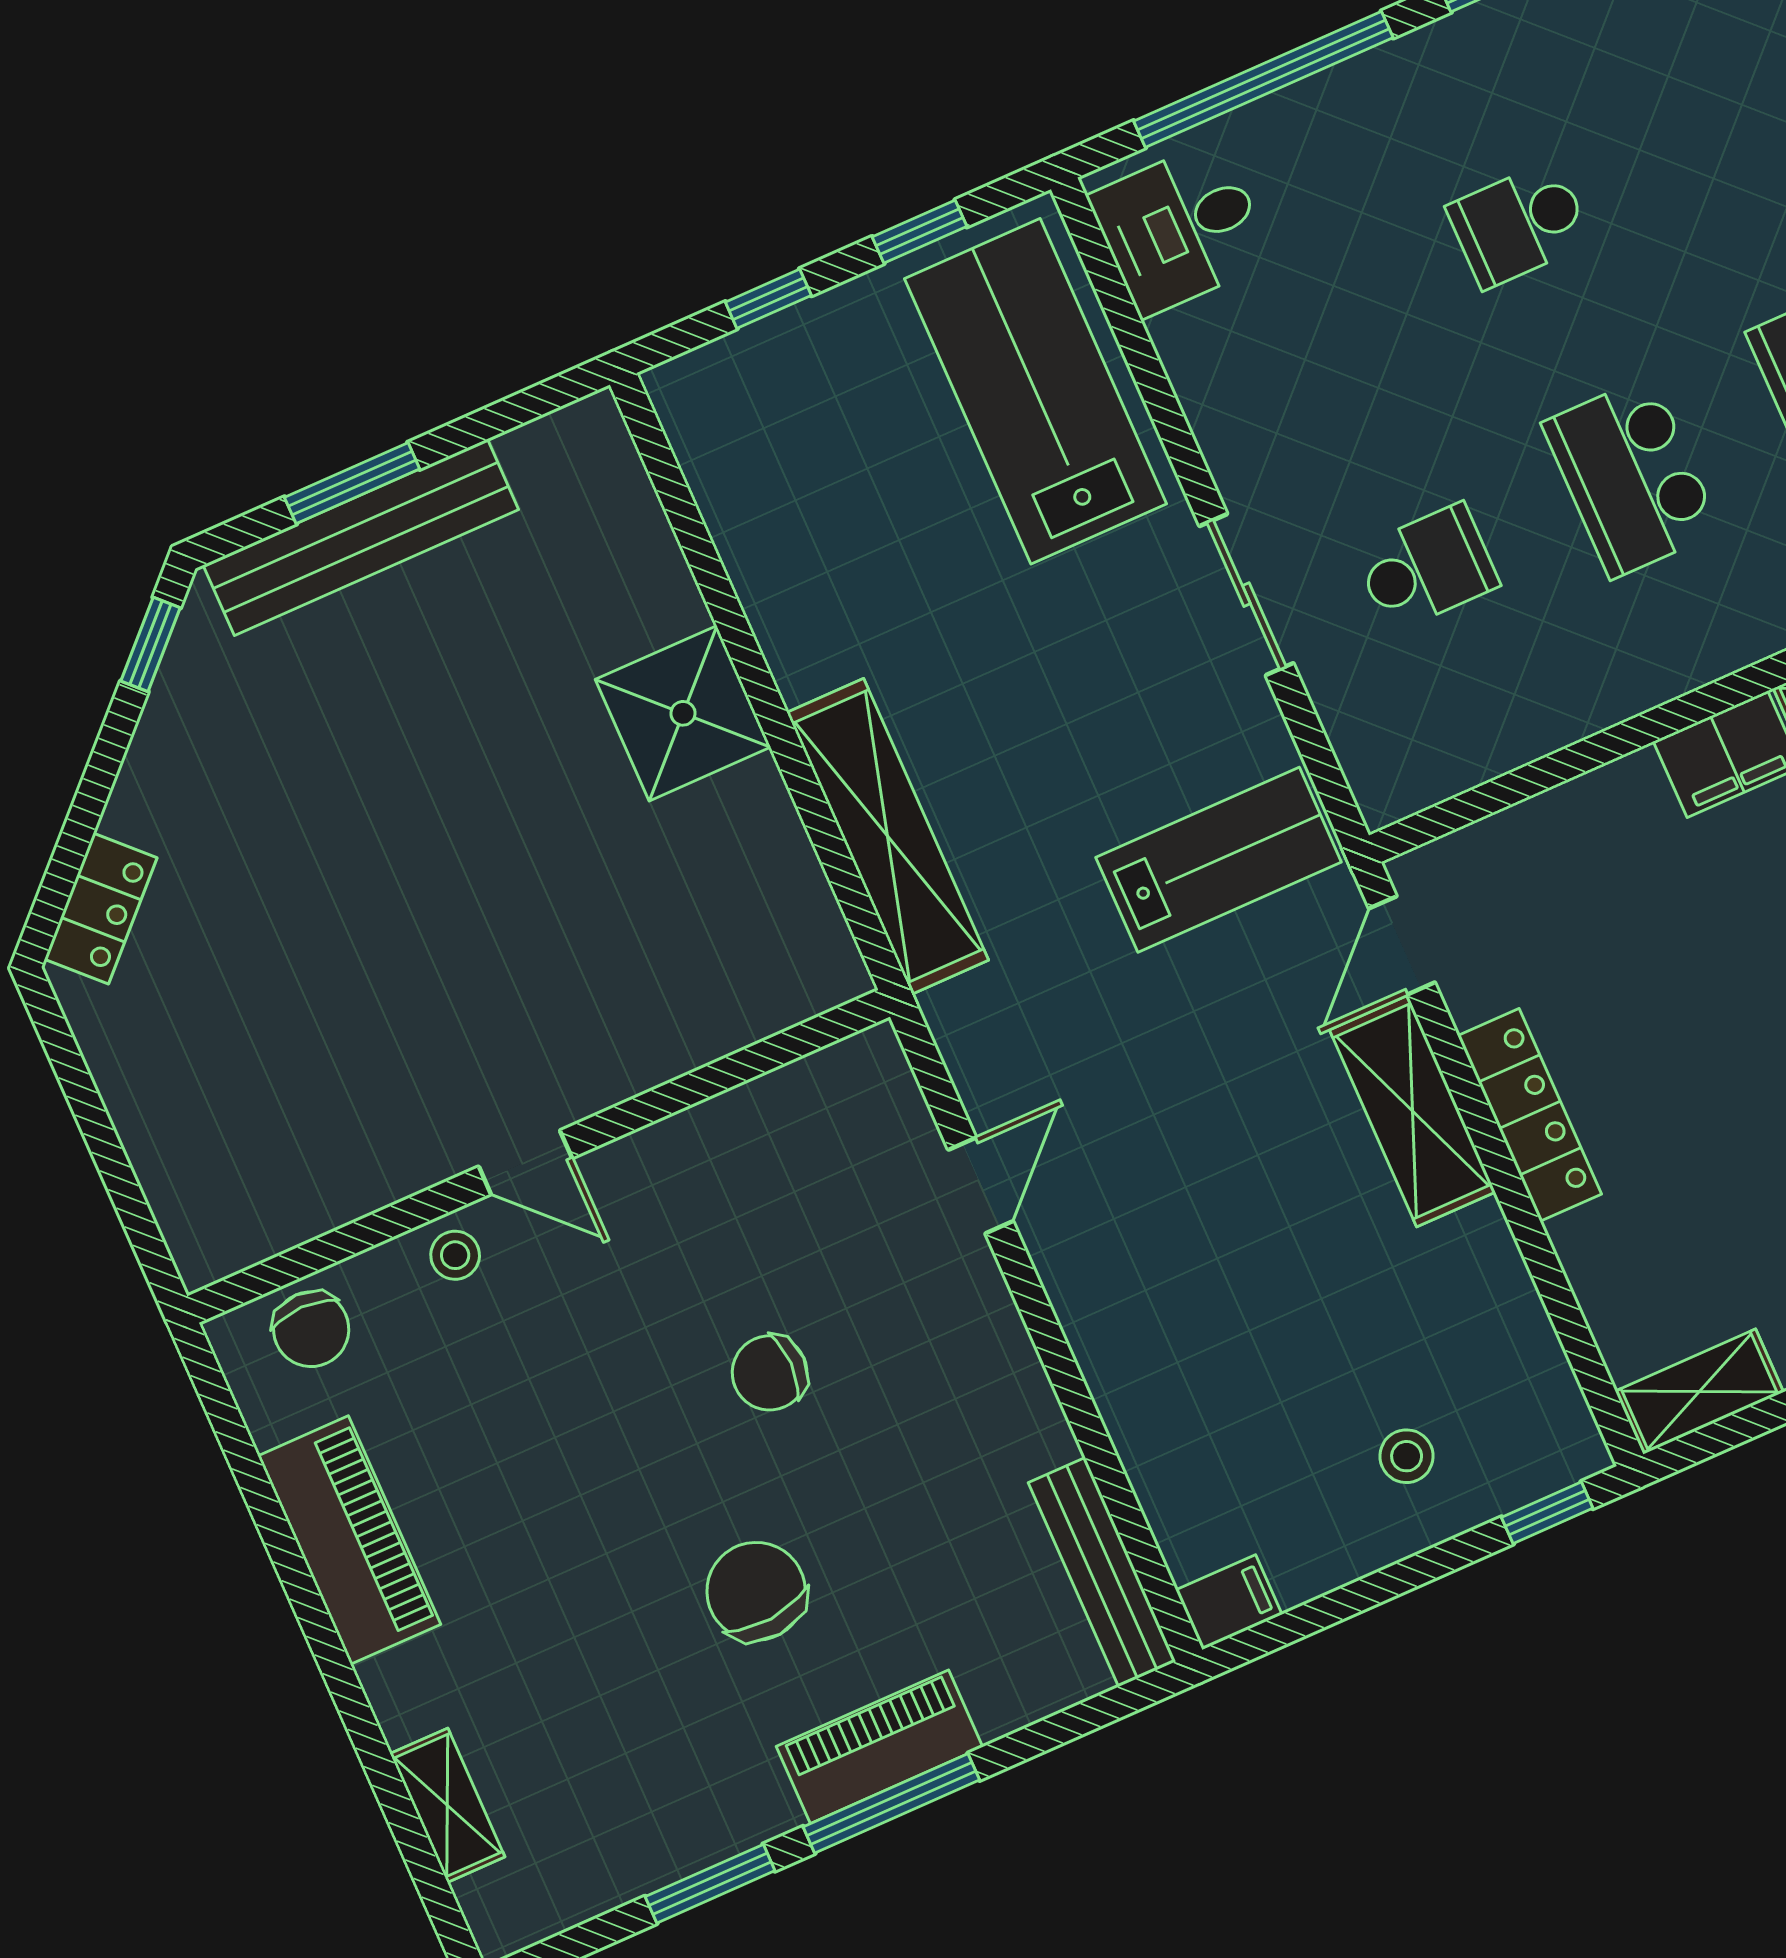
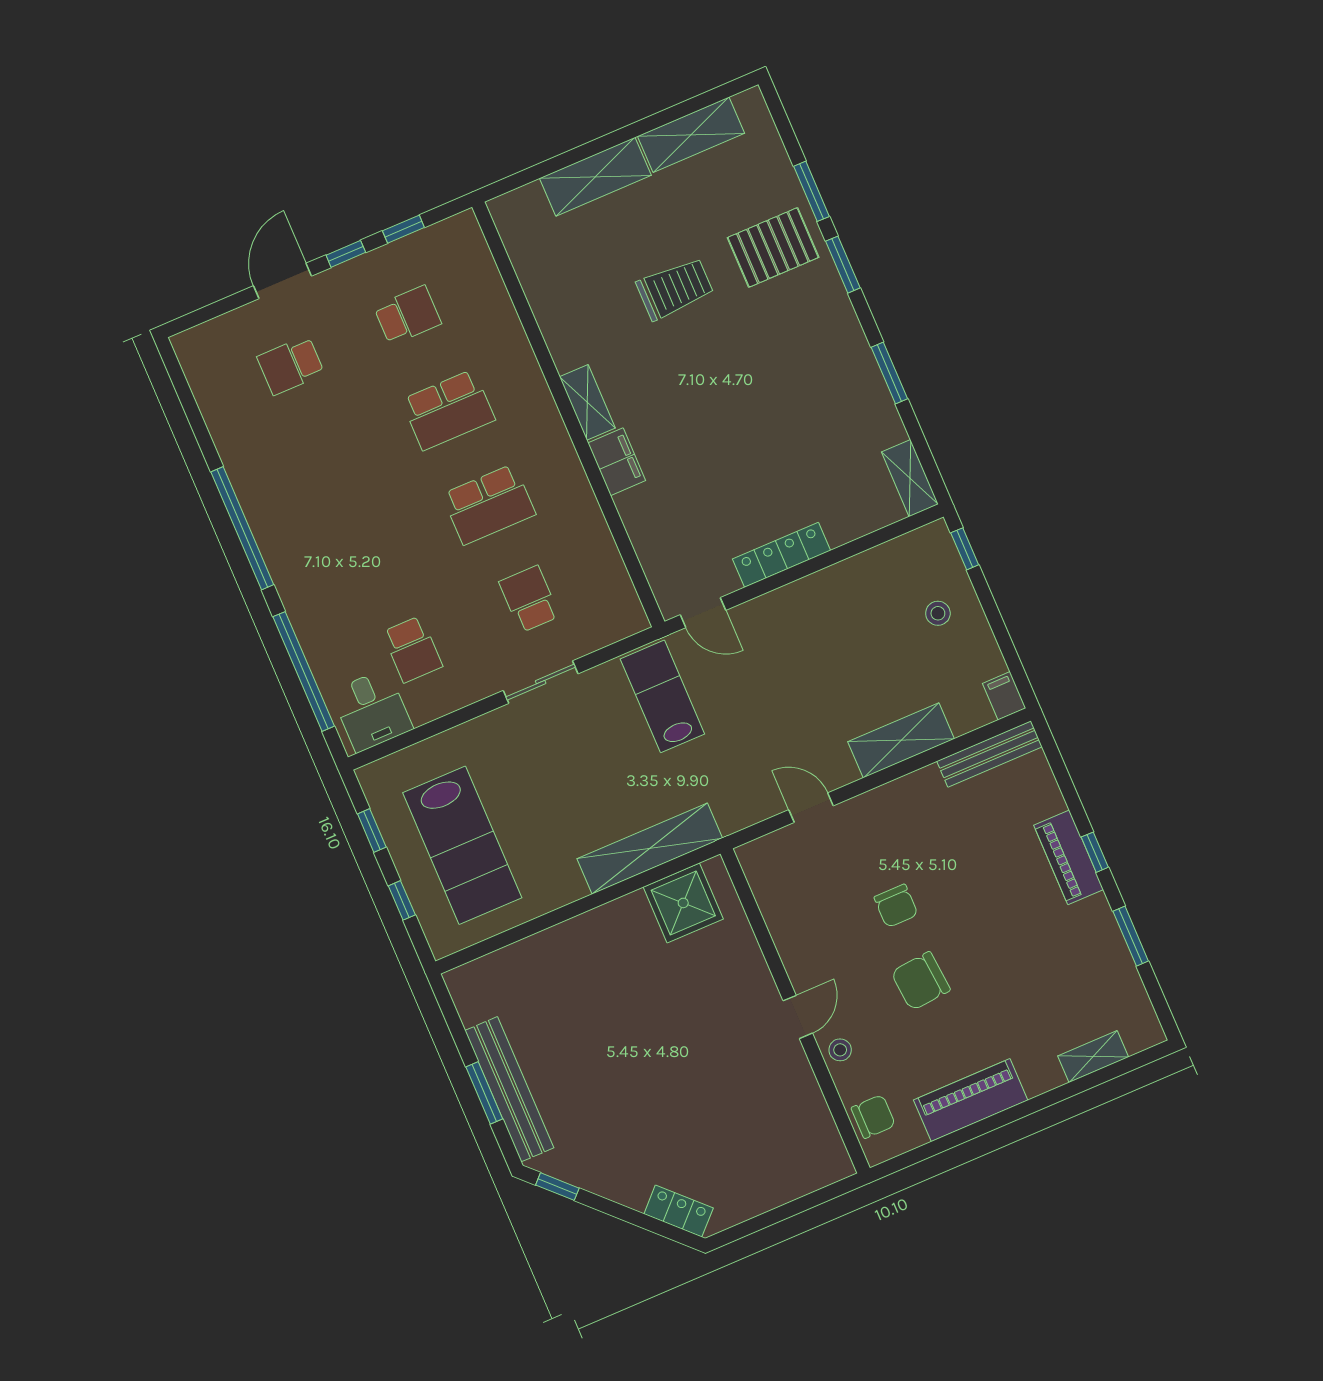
school desk: (1519, 224) -> (412, 649), moved
lab bench: (1035, 391) -> (462, 845), moved, turned -90
shower: (683, 713) -> (683, 903), moved
shelving: (1412, 1111) -> (901, 740), moved
chair: (756, 1591) -> (921, 981), moved
window: (891, 1803) -> (1095, 852), width x0.46

